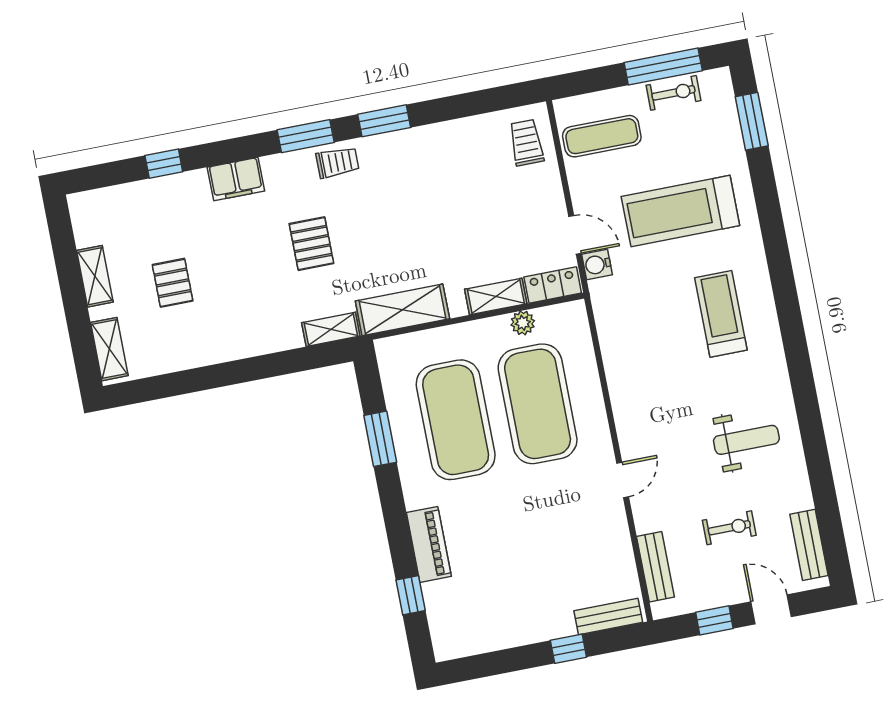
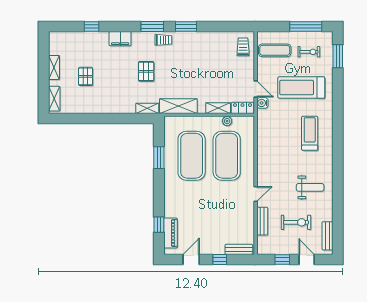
exercise bike: (673, 93) -> (309, 52), moved
exercise bike: (729, 528) -> (296, 222), width x1.38, depth x1.39
piano: (429, 544) -> (170, 233), moved
bench: (655, 567) -> (262, 221), moved
door: (502, 662) -> (191, 259), added

